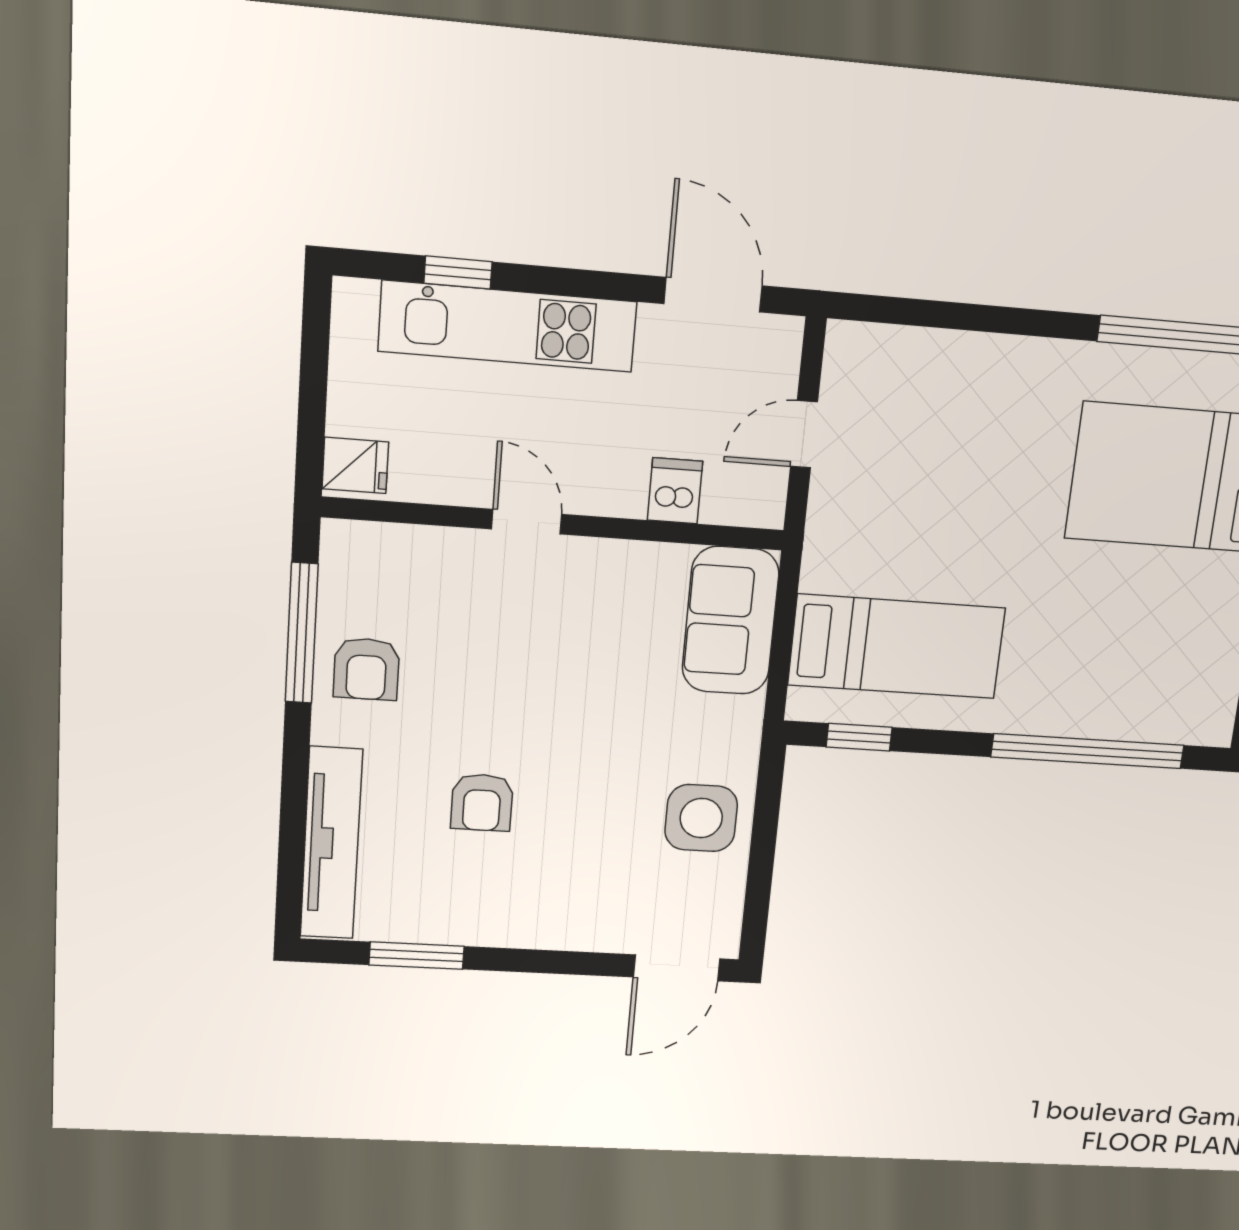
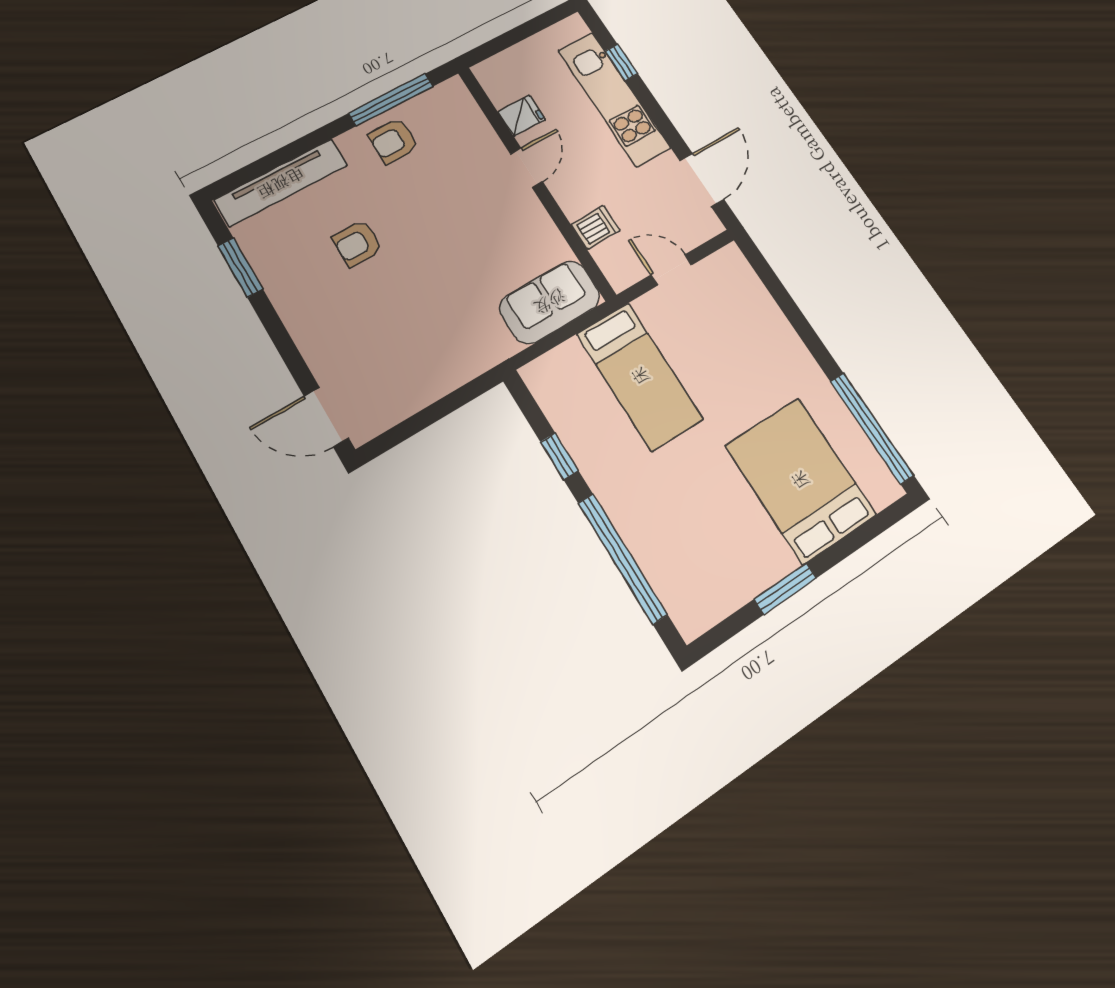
fridge: (355, 465) -> (522, 116), moved, turned -90
bed: (897, 647) -> (640, 376), moved
window: (859, 737) -> (559, 456), moved
side table: (701, 818) -> (428, 366), removed

